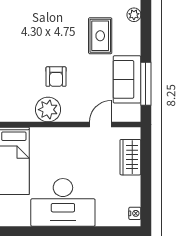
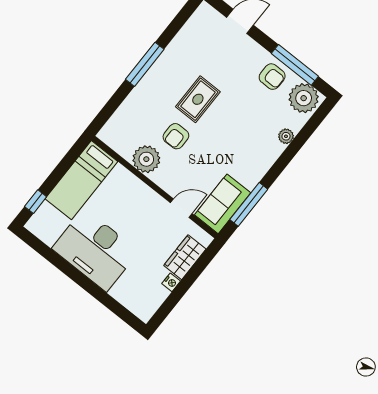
rug: (100, 36) -> (198, 99), moved
sofa: (127, 79) -> (223, 204), moved
nightstand: (135, 213) -> (171, 282), moved

